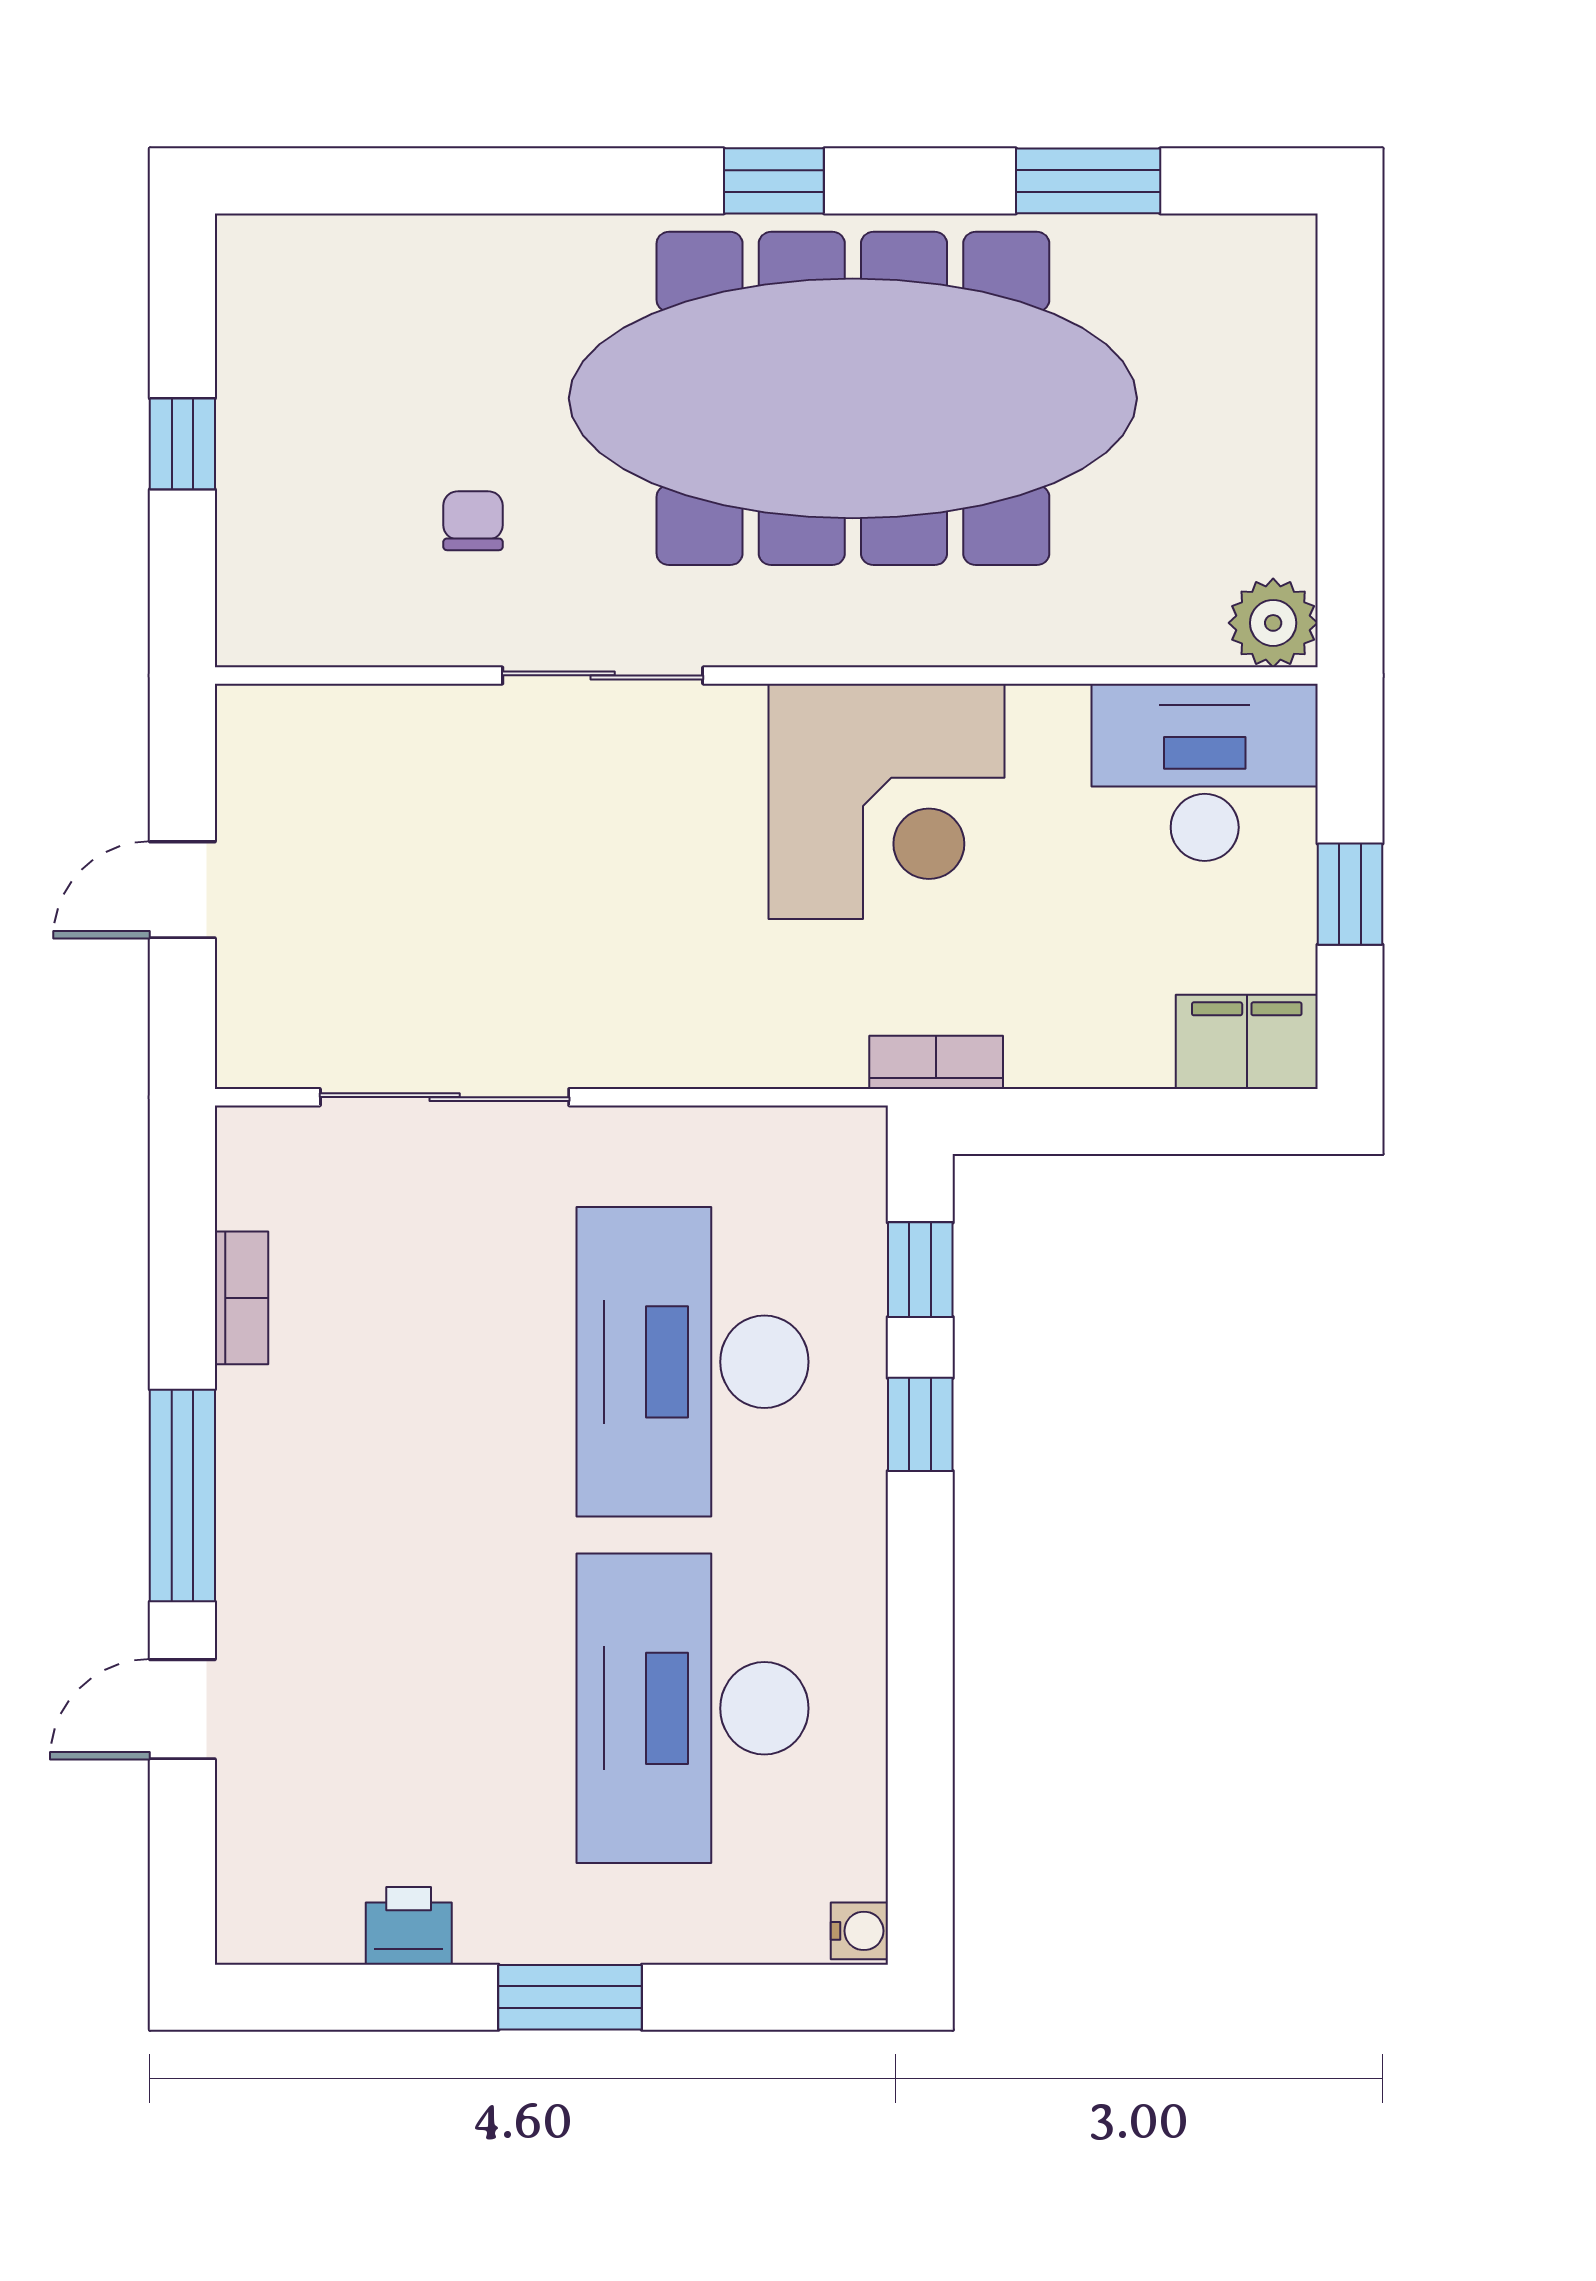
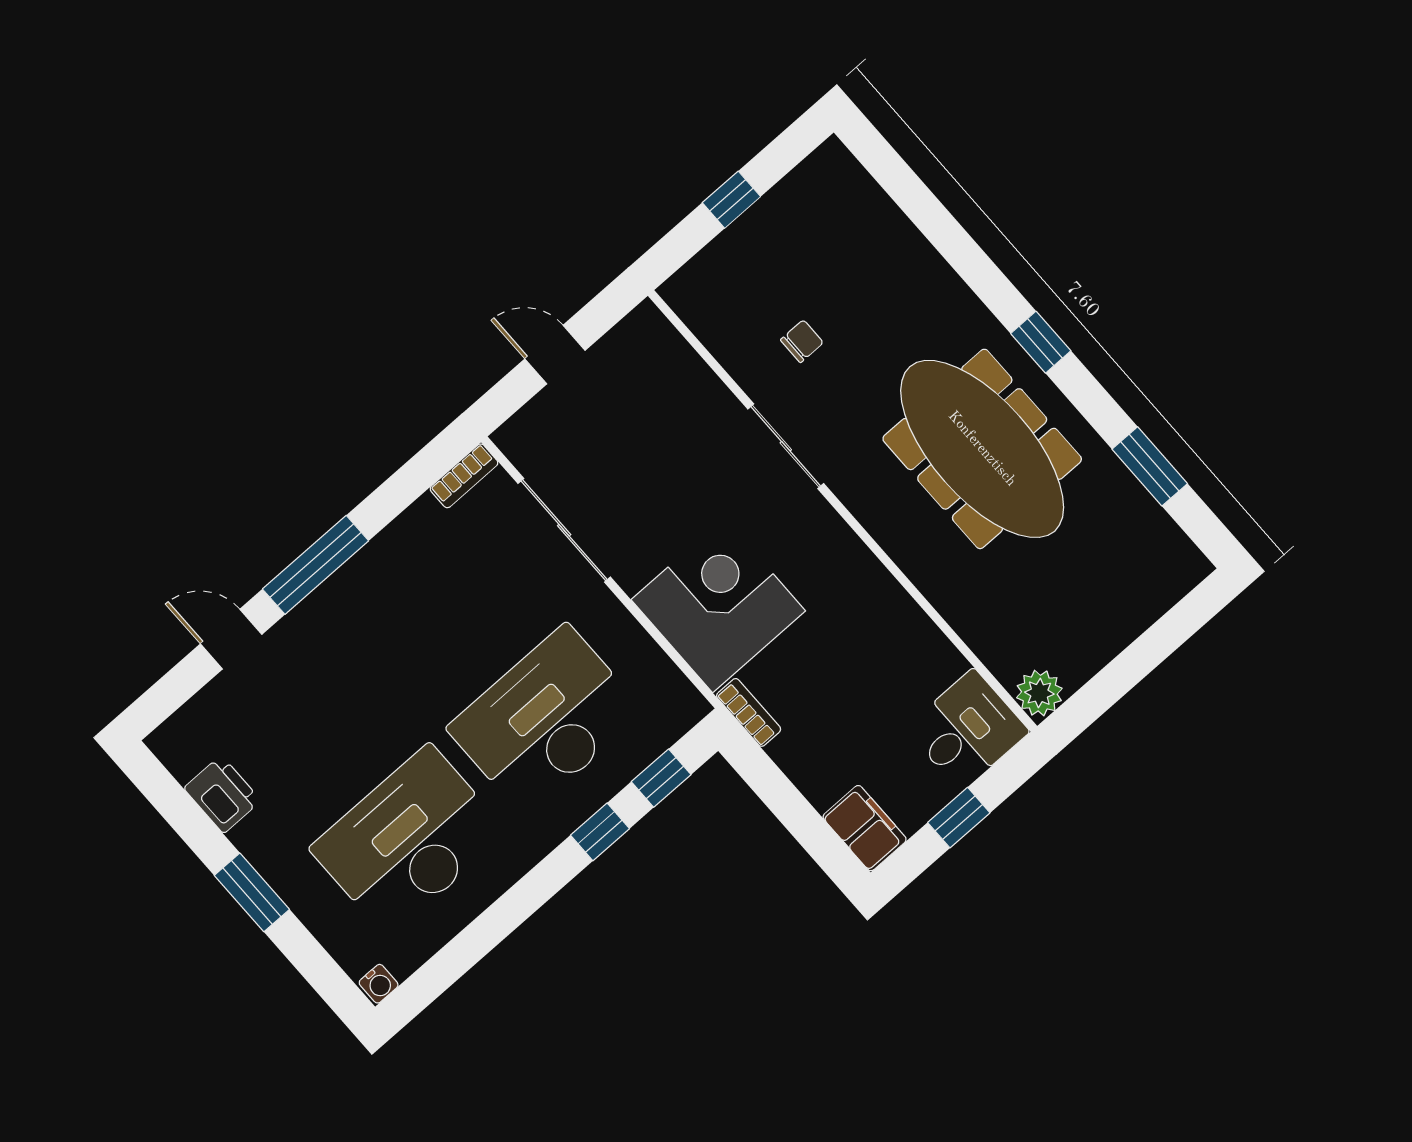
meeting table: (853, 398) -> (982, 449), width x0.73, depth x0.79
desk: (1205, 772) -> (967, 730), width x0.73
corner desk: (886, 801) -> (718, 605), moved, turned 180
bookcase: (241, 1298) -> (464, 476), moved
printer: (409, 1926) -> (222, 794), width x1.36, depth x1.24

